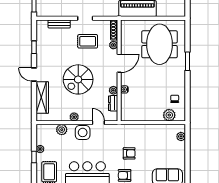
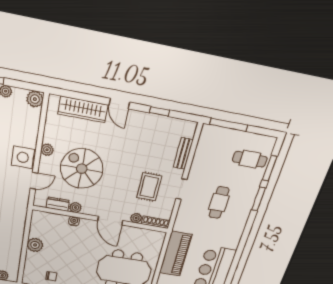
door: (34, 75) -> (119, 104), swing flipped
spiral stairs: (78, 79) -> (82, 169), moved
plant: (169, 115) -> (35, 245), moved
plant: (62, 130) -> (35, 99), moved

